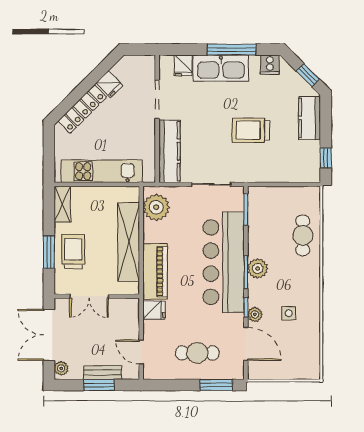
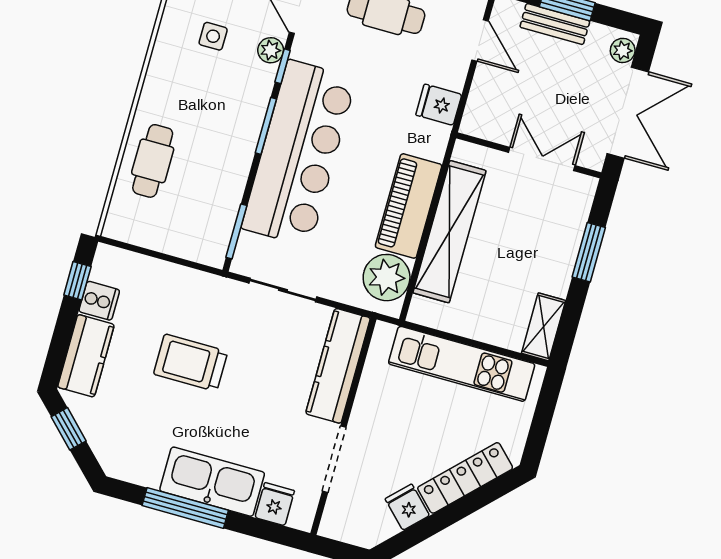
cooker: (270, 65) -> (99, 301), moved, turned 90
trolley: (251, 130) -> (191, 363), turned 180
trolley: (73, 252) -> (547, 242), removed
plant: (258, 269) -> (245, 126), removed
piano: (155, 271) -> (409, 206), moved

